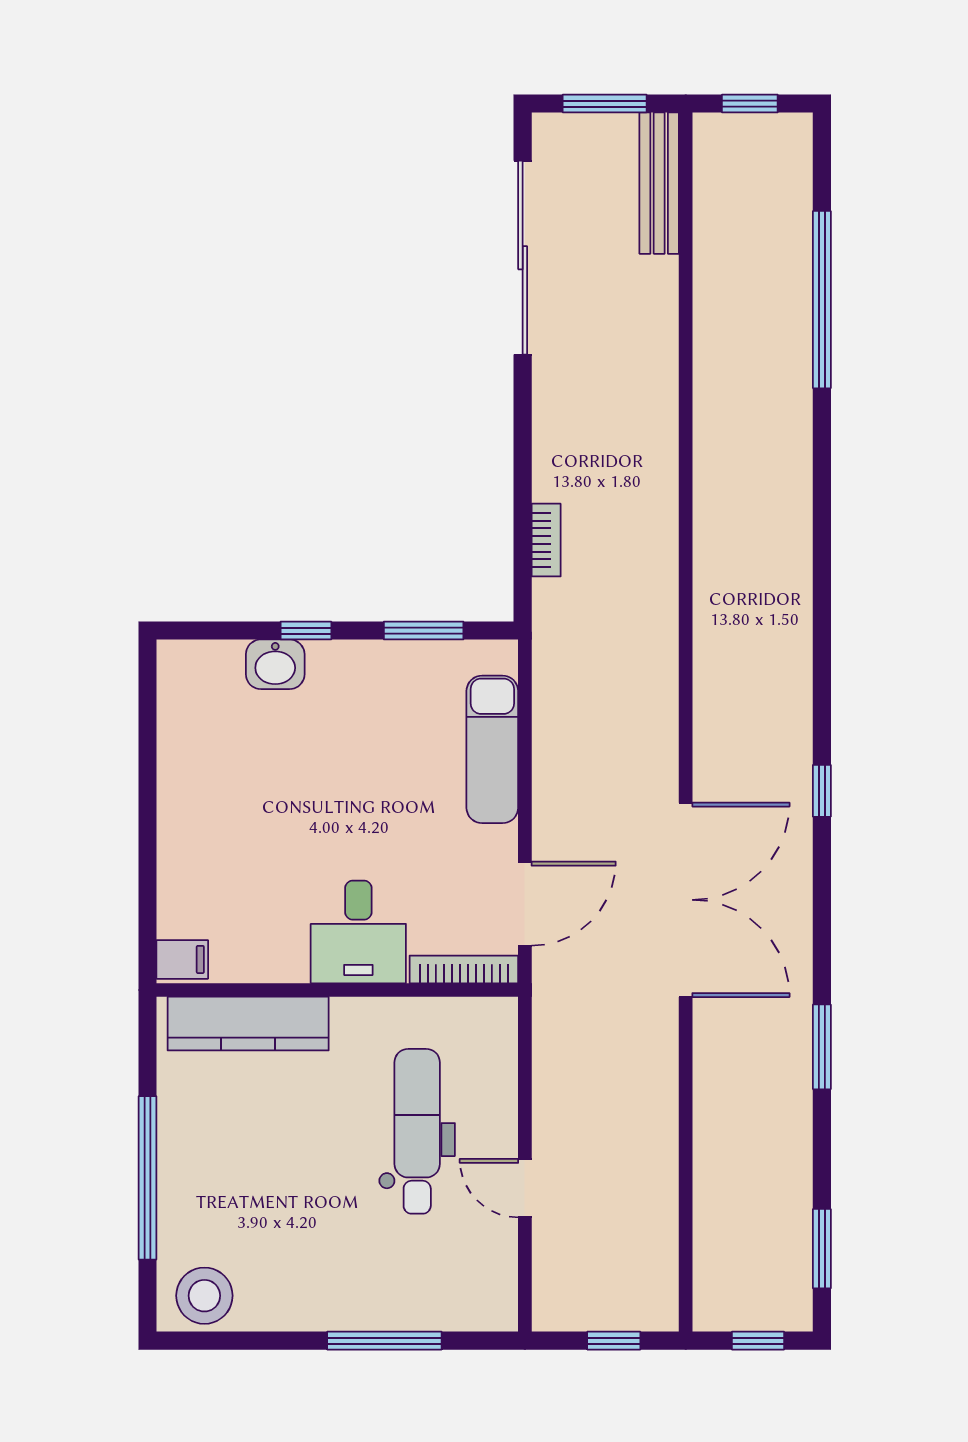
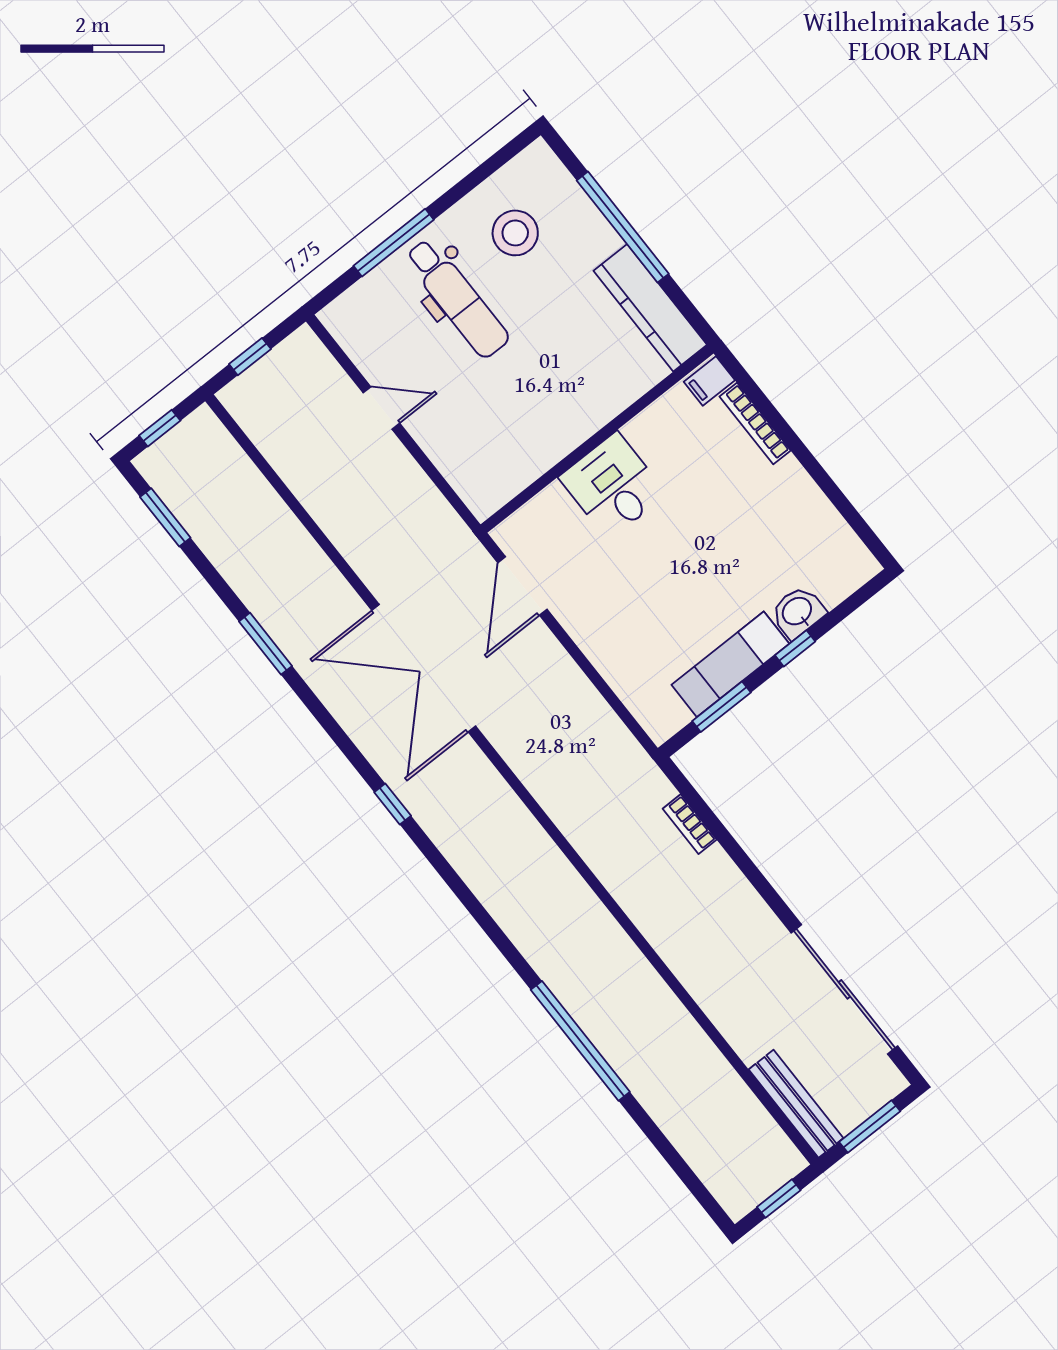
window: (822, 300) -> (580, 1041), moved
exam couch: (492, 749) -> (730, 664), moved, turned -90
bookcase: (464, 969) -> (755, 424), moved, turned 90
kitchen counter: (248, 1024) -> (650, 308), moved, turned -90
dental chair: (417, 1131) -> (457, 298), moved
stool: (204, 1296) -> (515, 233), moved

